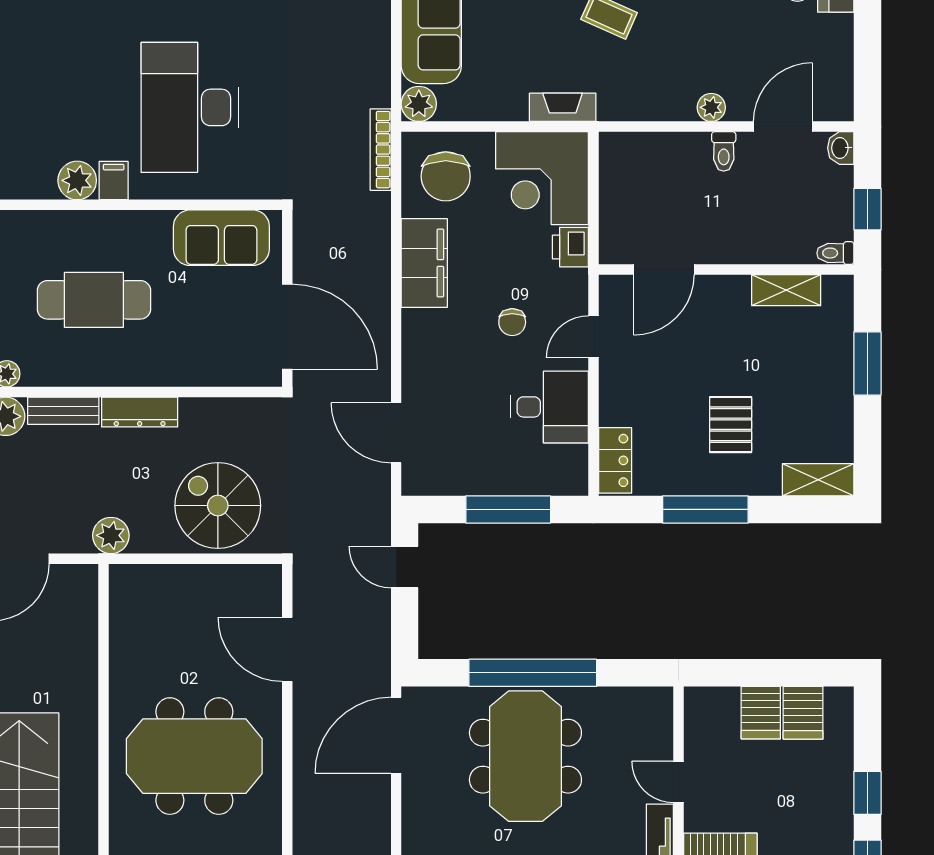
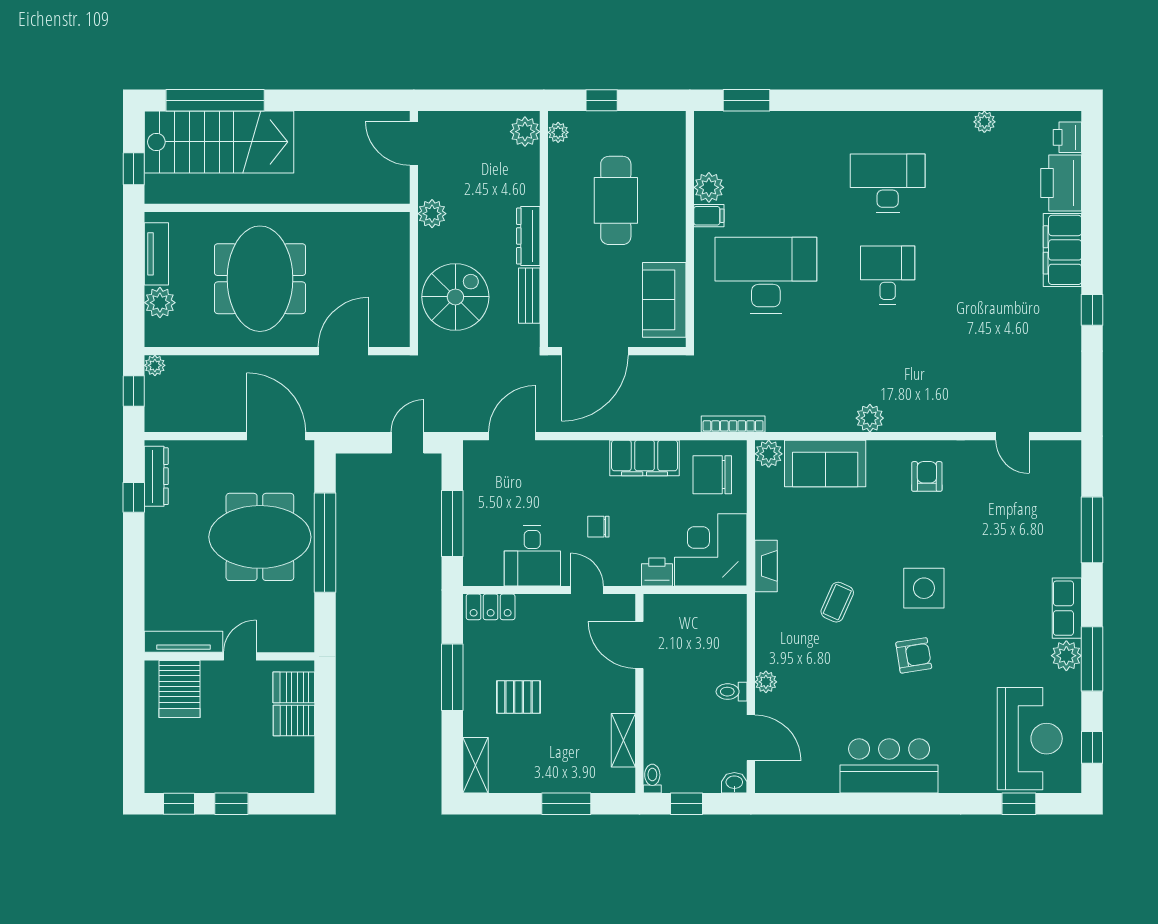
bench: (63, 411) -> (529, 296), moved
server rack: (803, 713) -> (294, 687), moved

